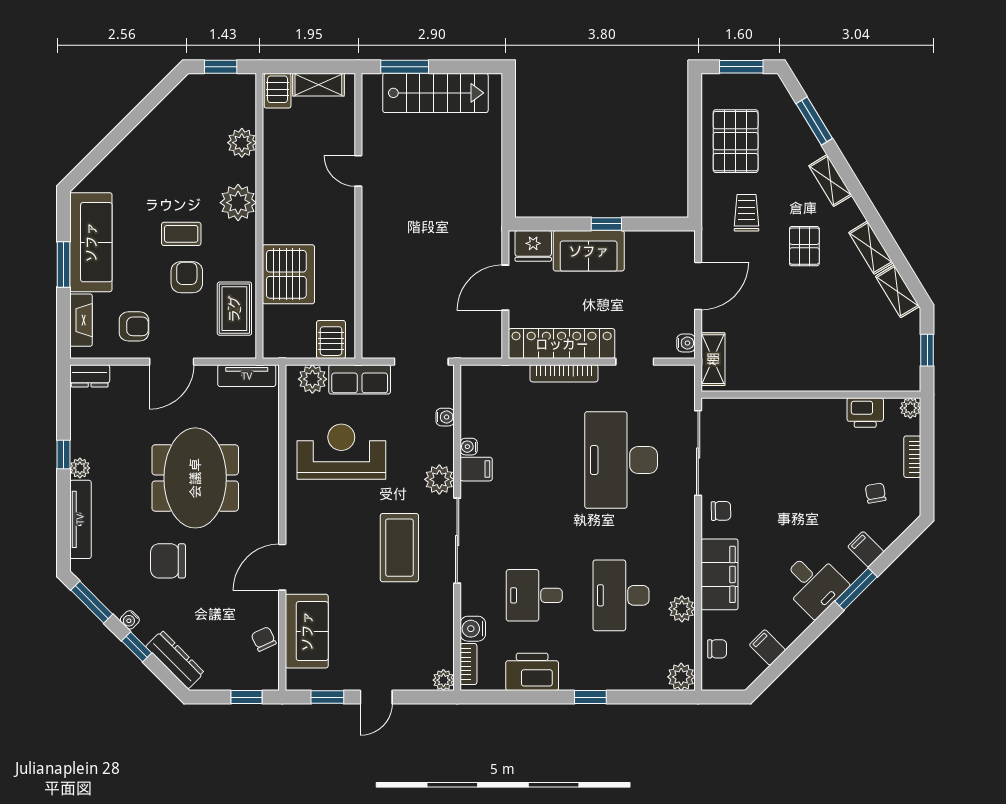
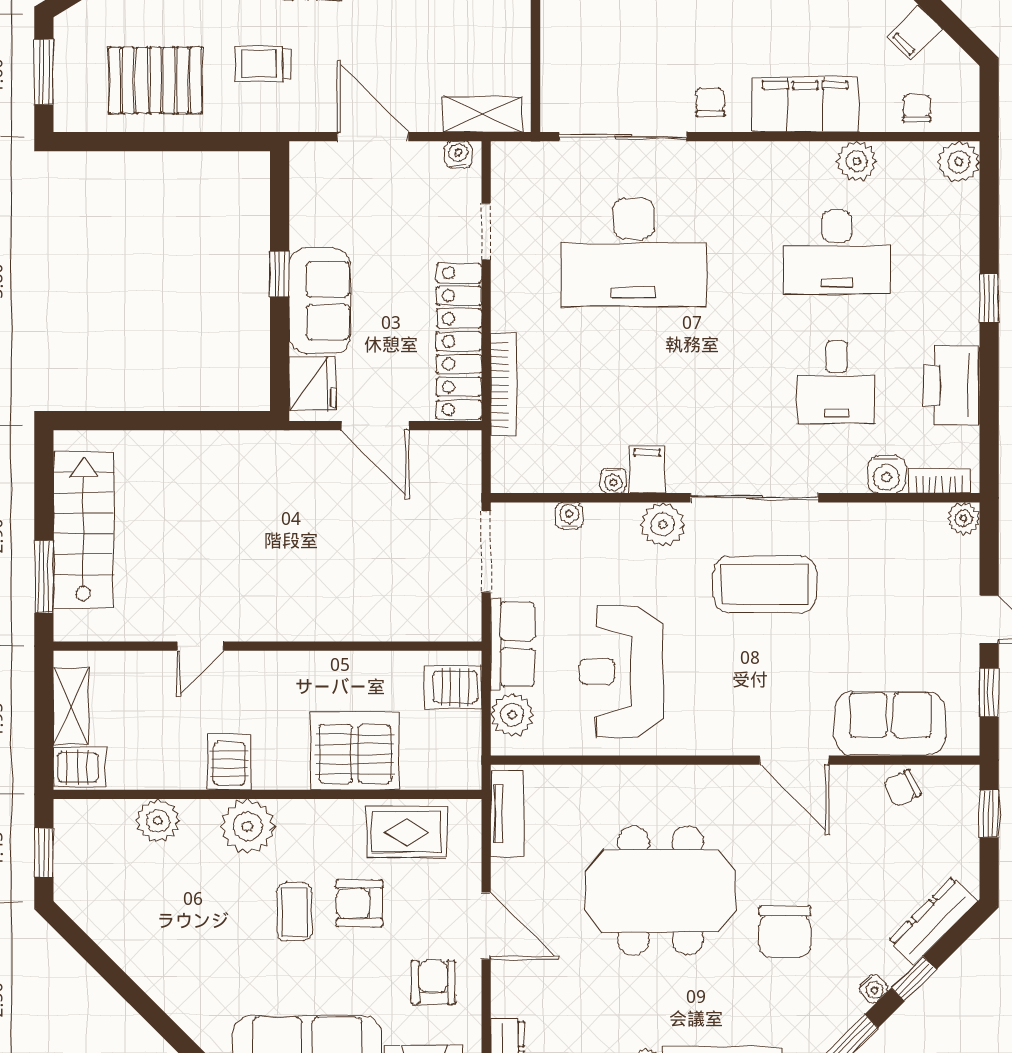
server rack: (281, 190) -> (229, 762), added
bookcase: (564, 373) -> (504, 385), moved

